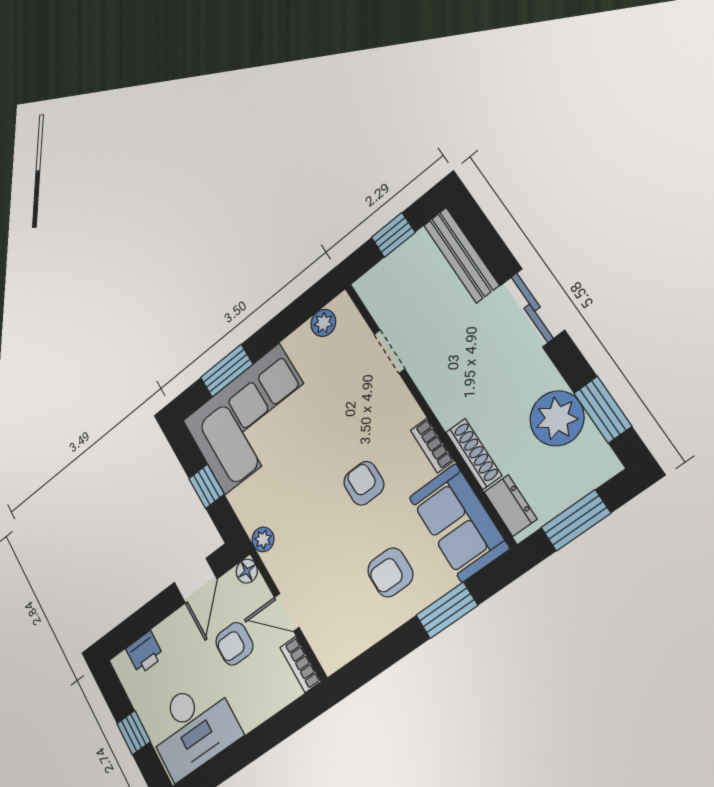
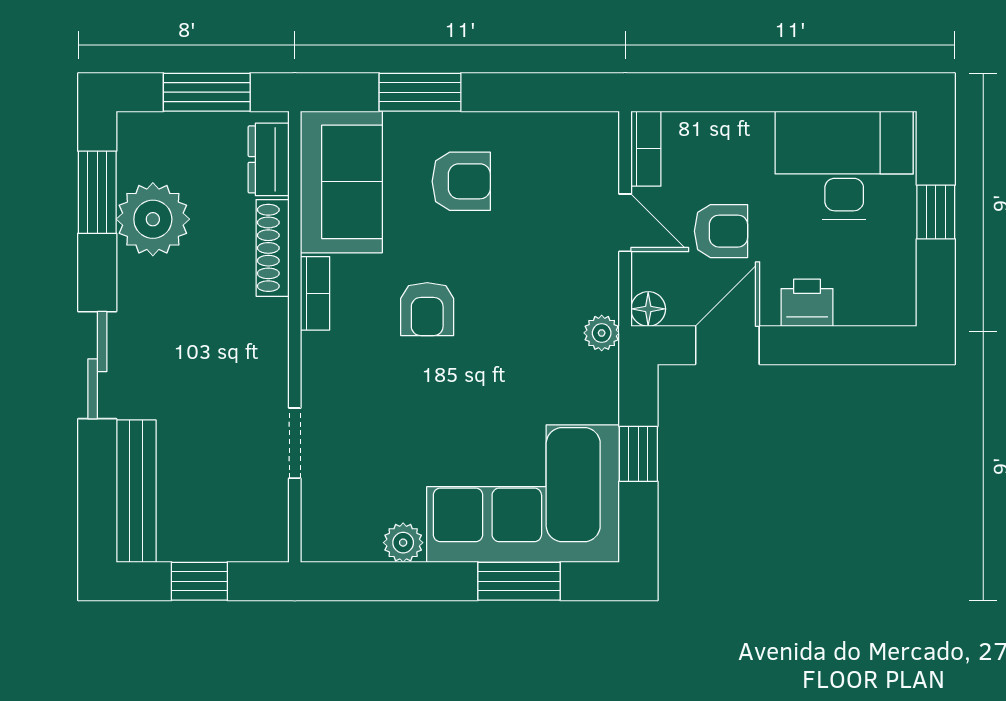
plant: (323, 323) -> (403, 543), moved
printer: (145, 653) -> (807, 303), moved

